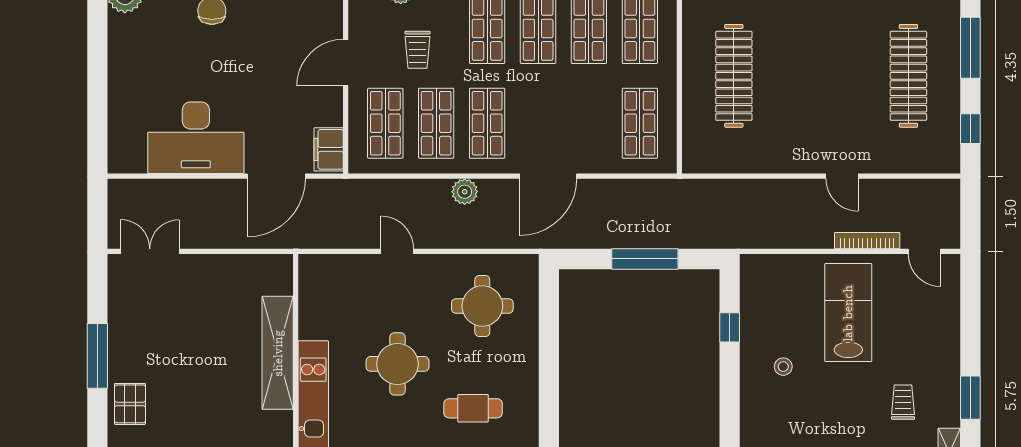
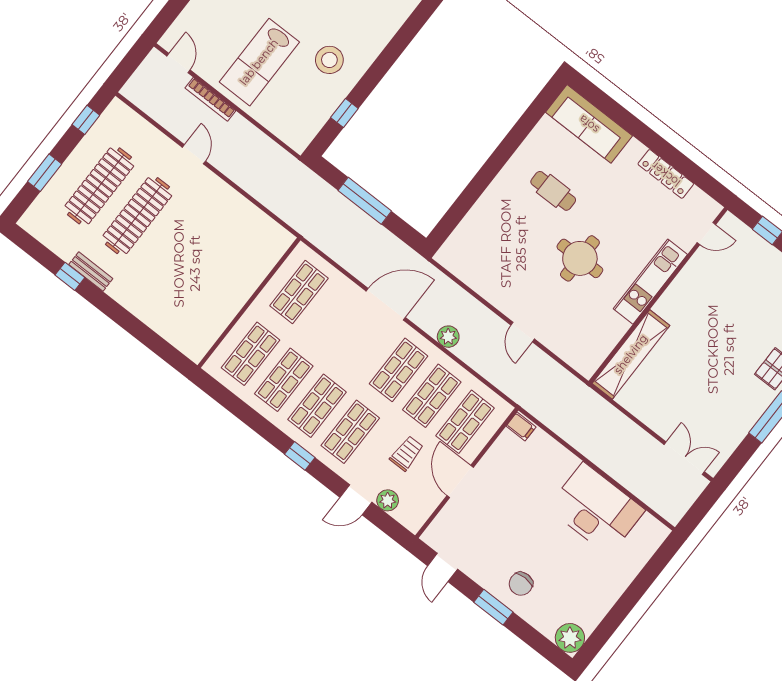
window: (970, 48) -> (45, 173), width x0.69
door: (346, 63) -> (460, 482), swing flipped
clothes rail: (734, 76) -> (137, 216), moved
filing cabinet: (329, 149) -> (521, 427), width x0.50
door: (276, 176) -> (563, 443), removed
double door: (150, 251) -> (684, 458), swing flipped
round table: (482, 306) -> (495, 253), removed
shelving: (278, 353) -> (631, 354), moved
stool: (783, 367) -> (329, 60), width x1.89, depth x1.89

